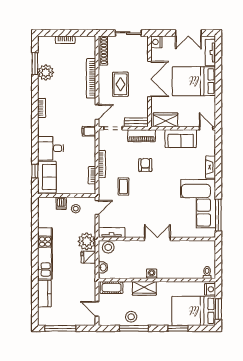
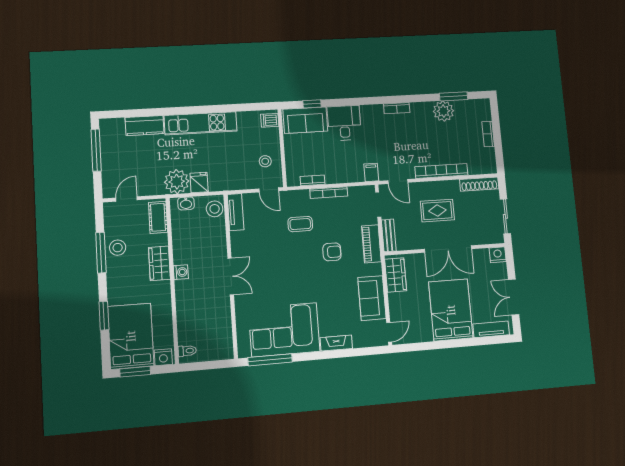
dishwasher: (61, 203) -> (270, 120), moved
plant: (87, 241) -> (177, 182), moved

